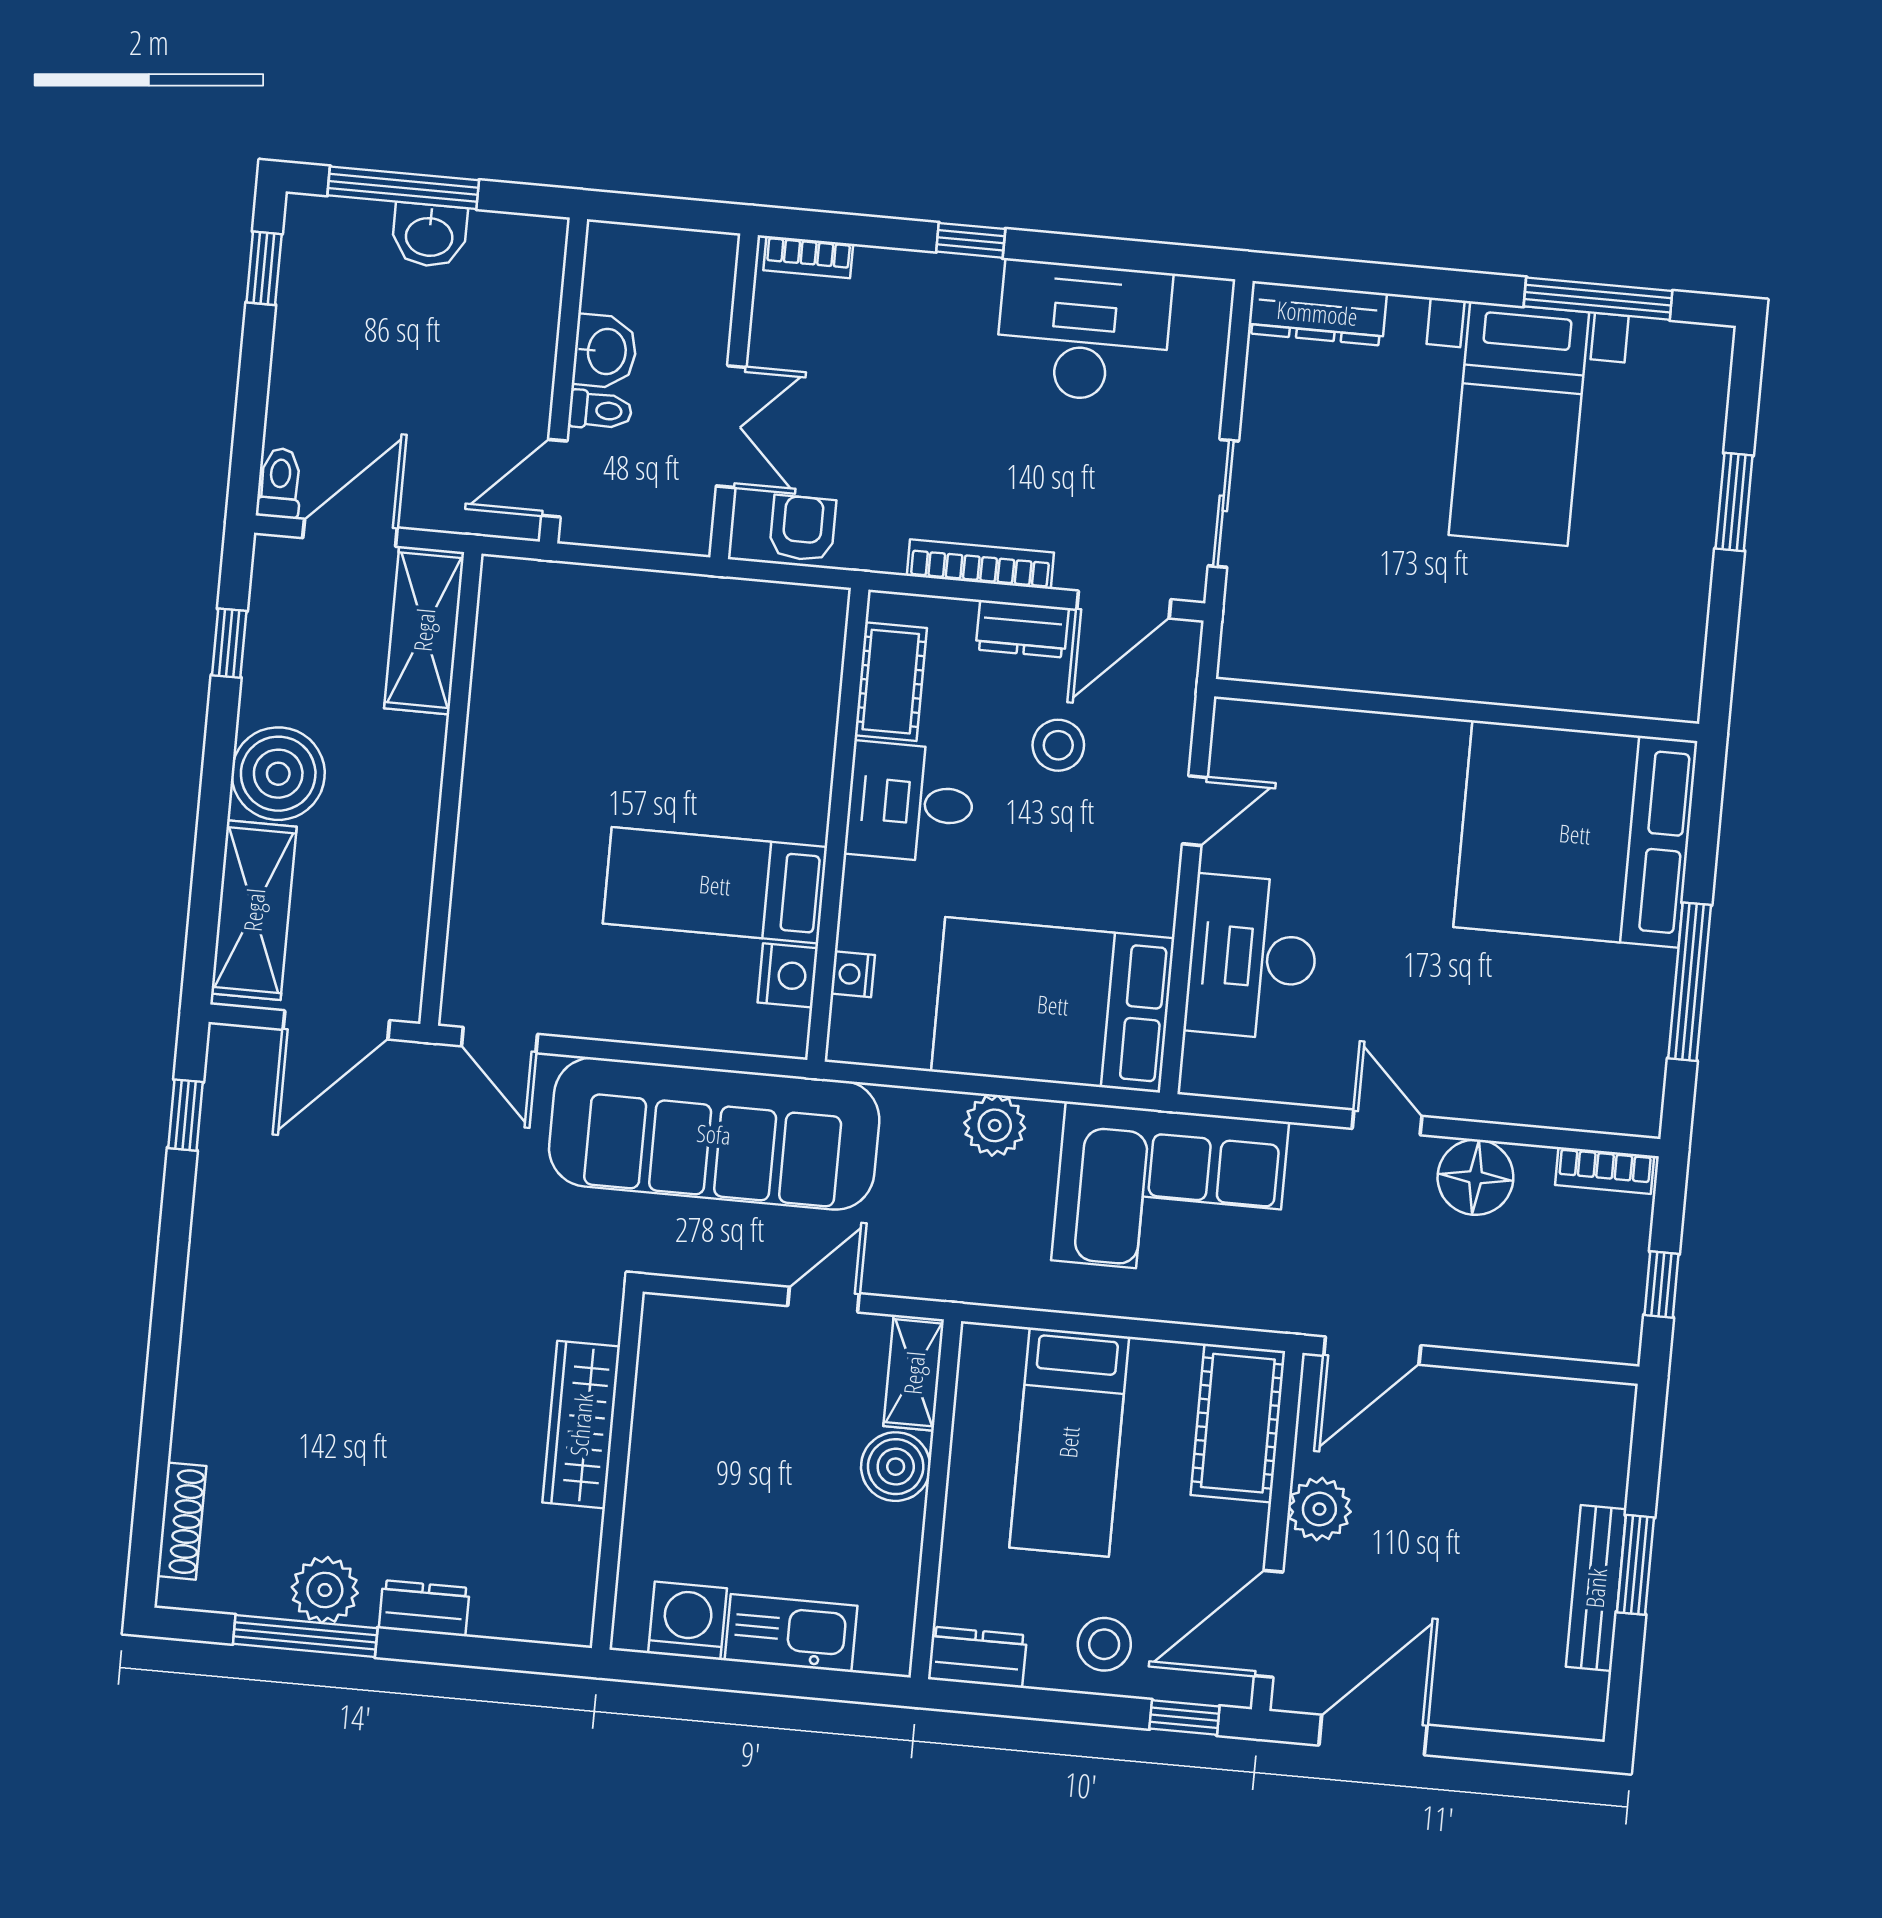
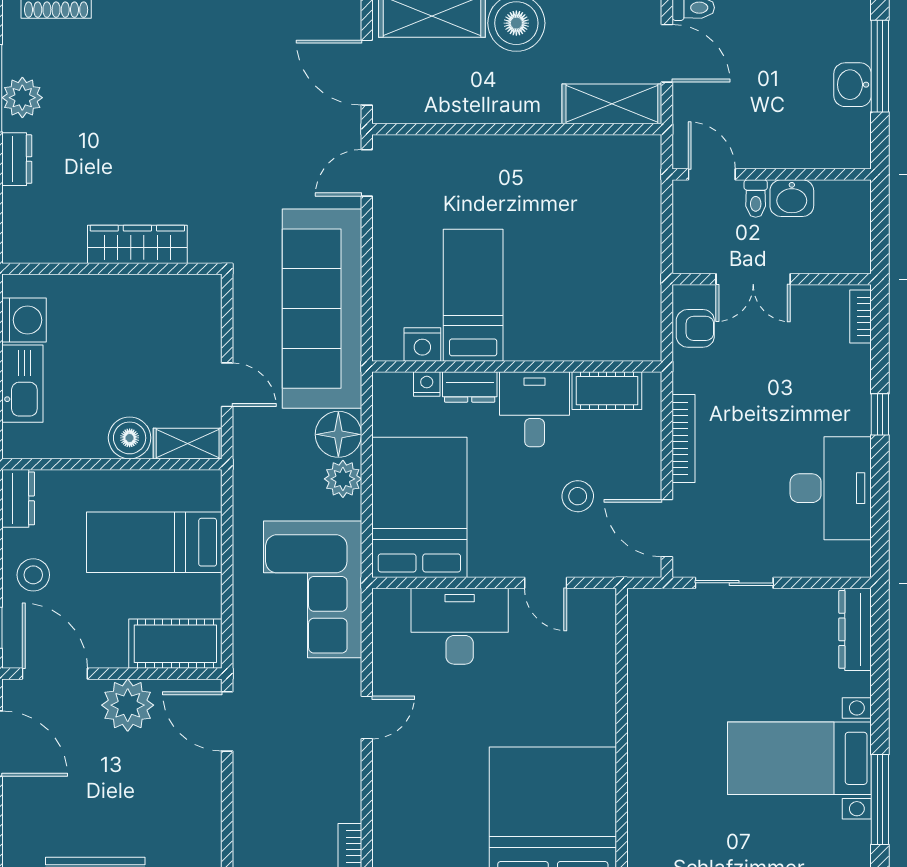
dresser: (1022, 629) -> (470, 387), moved, turned -90
floor lamp: (1475, 1177) -> (338, 434), moved
plant: (1319, 1509) -> (128, 705), width x1.36, depth x1.36

